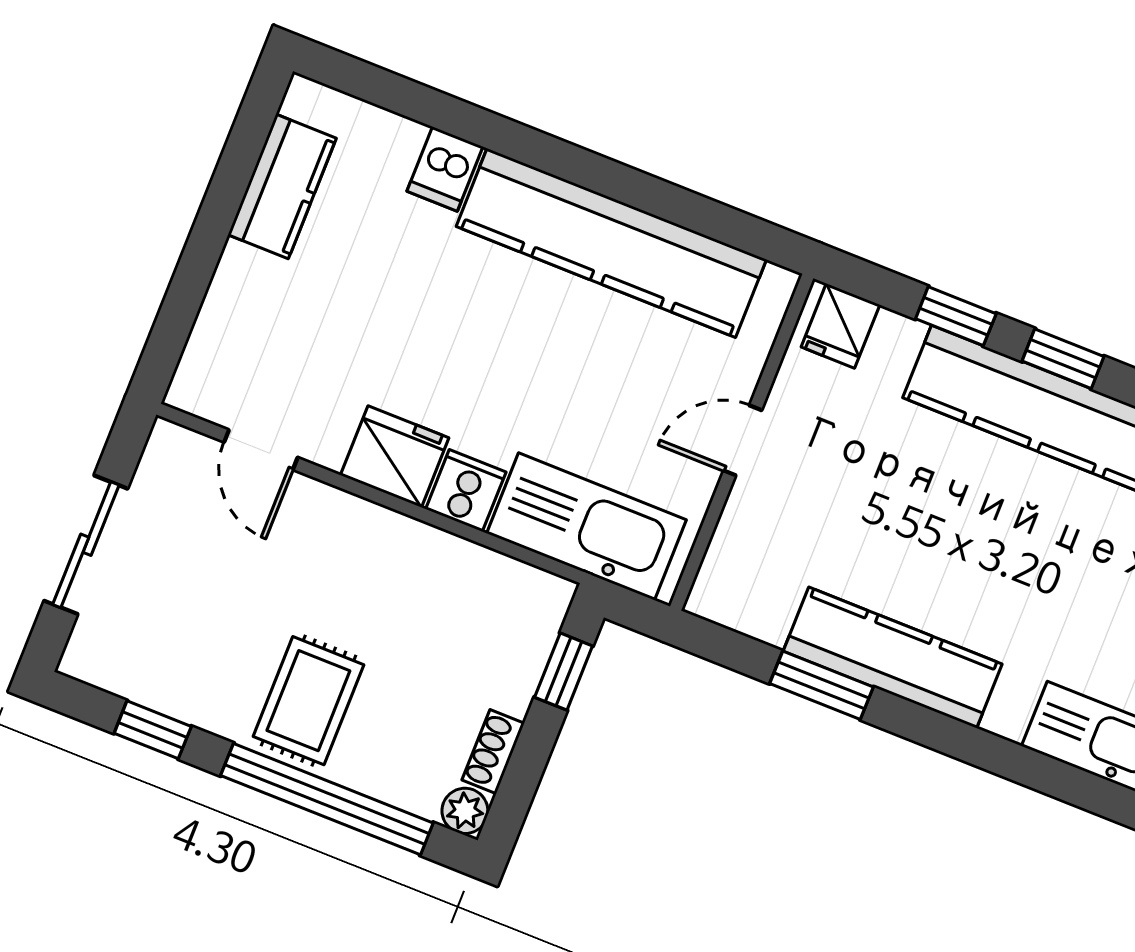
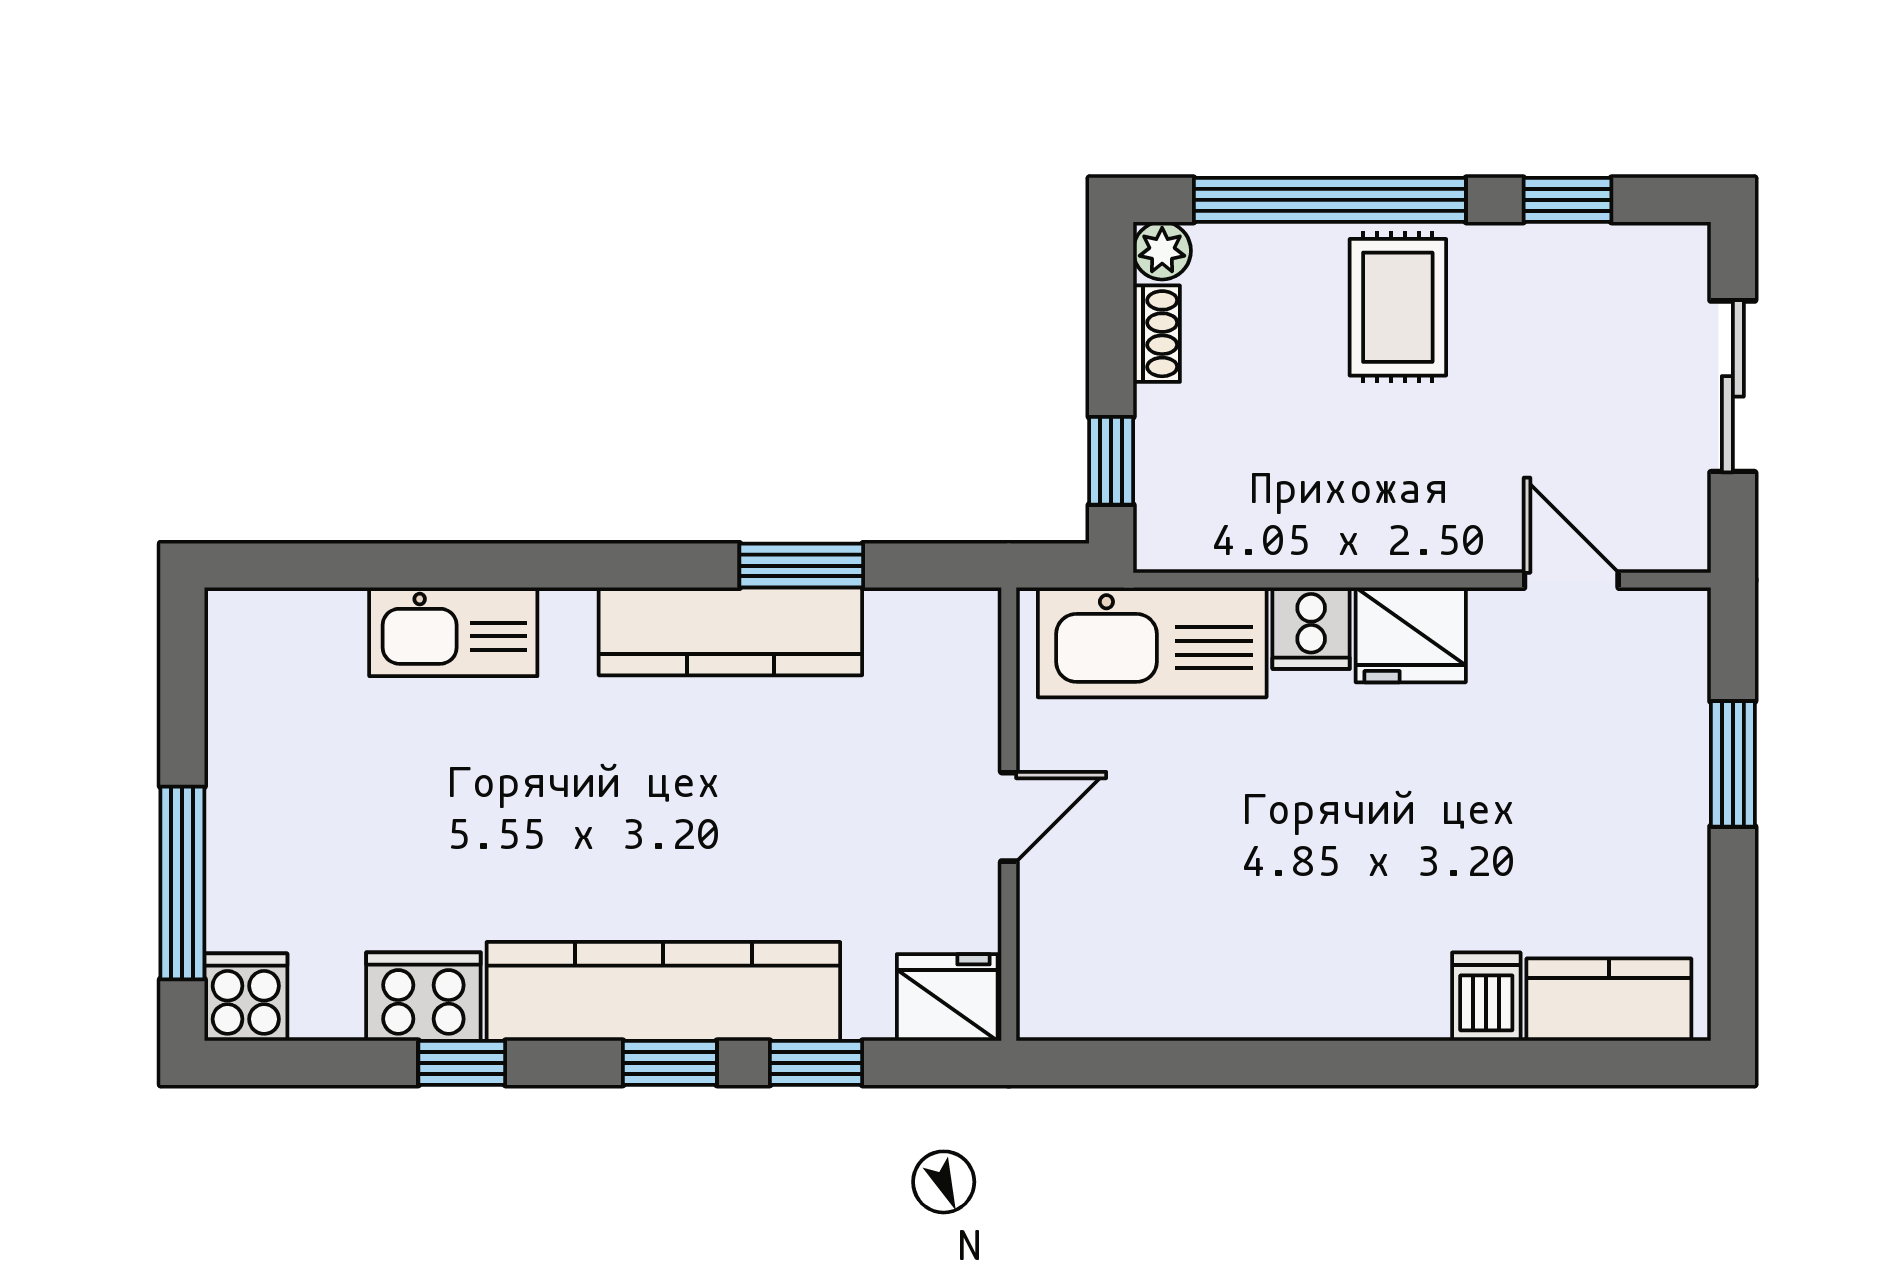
kitchen counter: (282, 186) -> (1609, 1000), moved, turned 90
kitchen counter: (611, 243) -> (1256, 988), removed
window: (196, 268) -> (1733, 764), added
fridge: (840, 326) -> (947, 997), width x1.38

